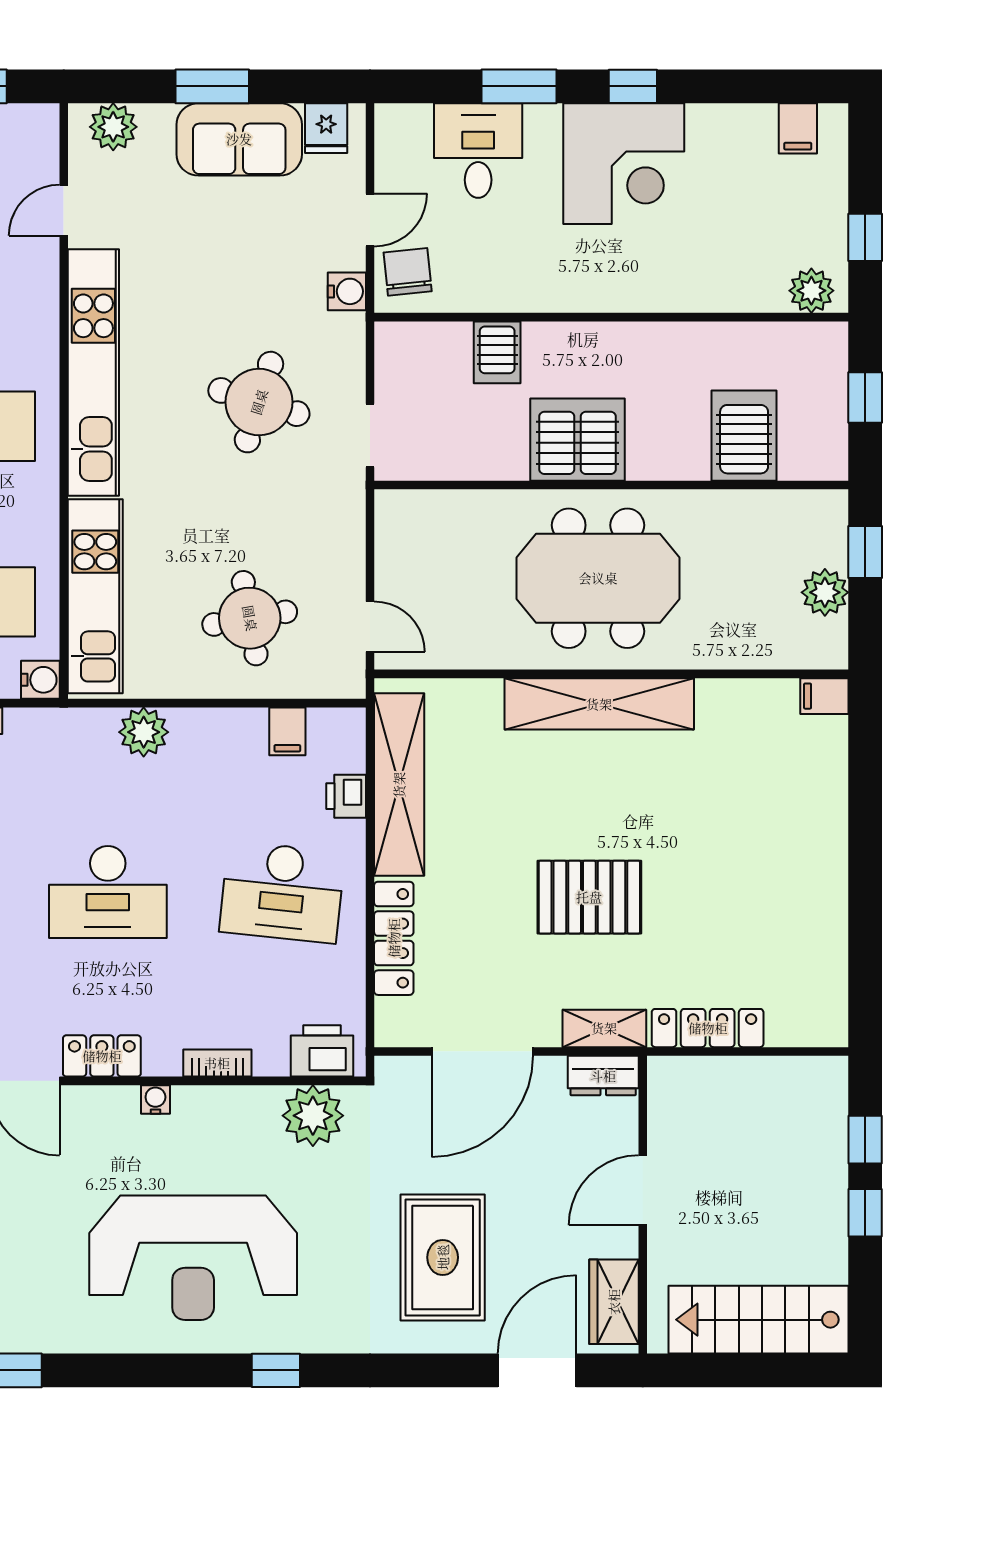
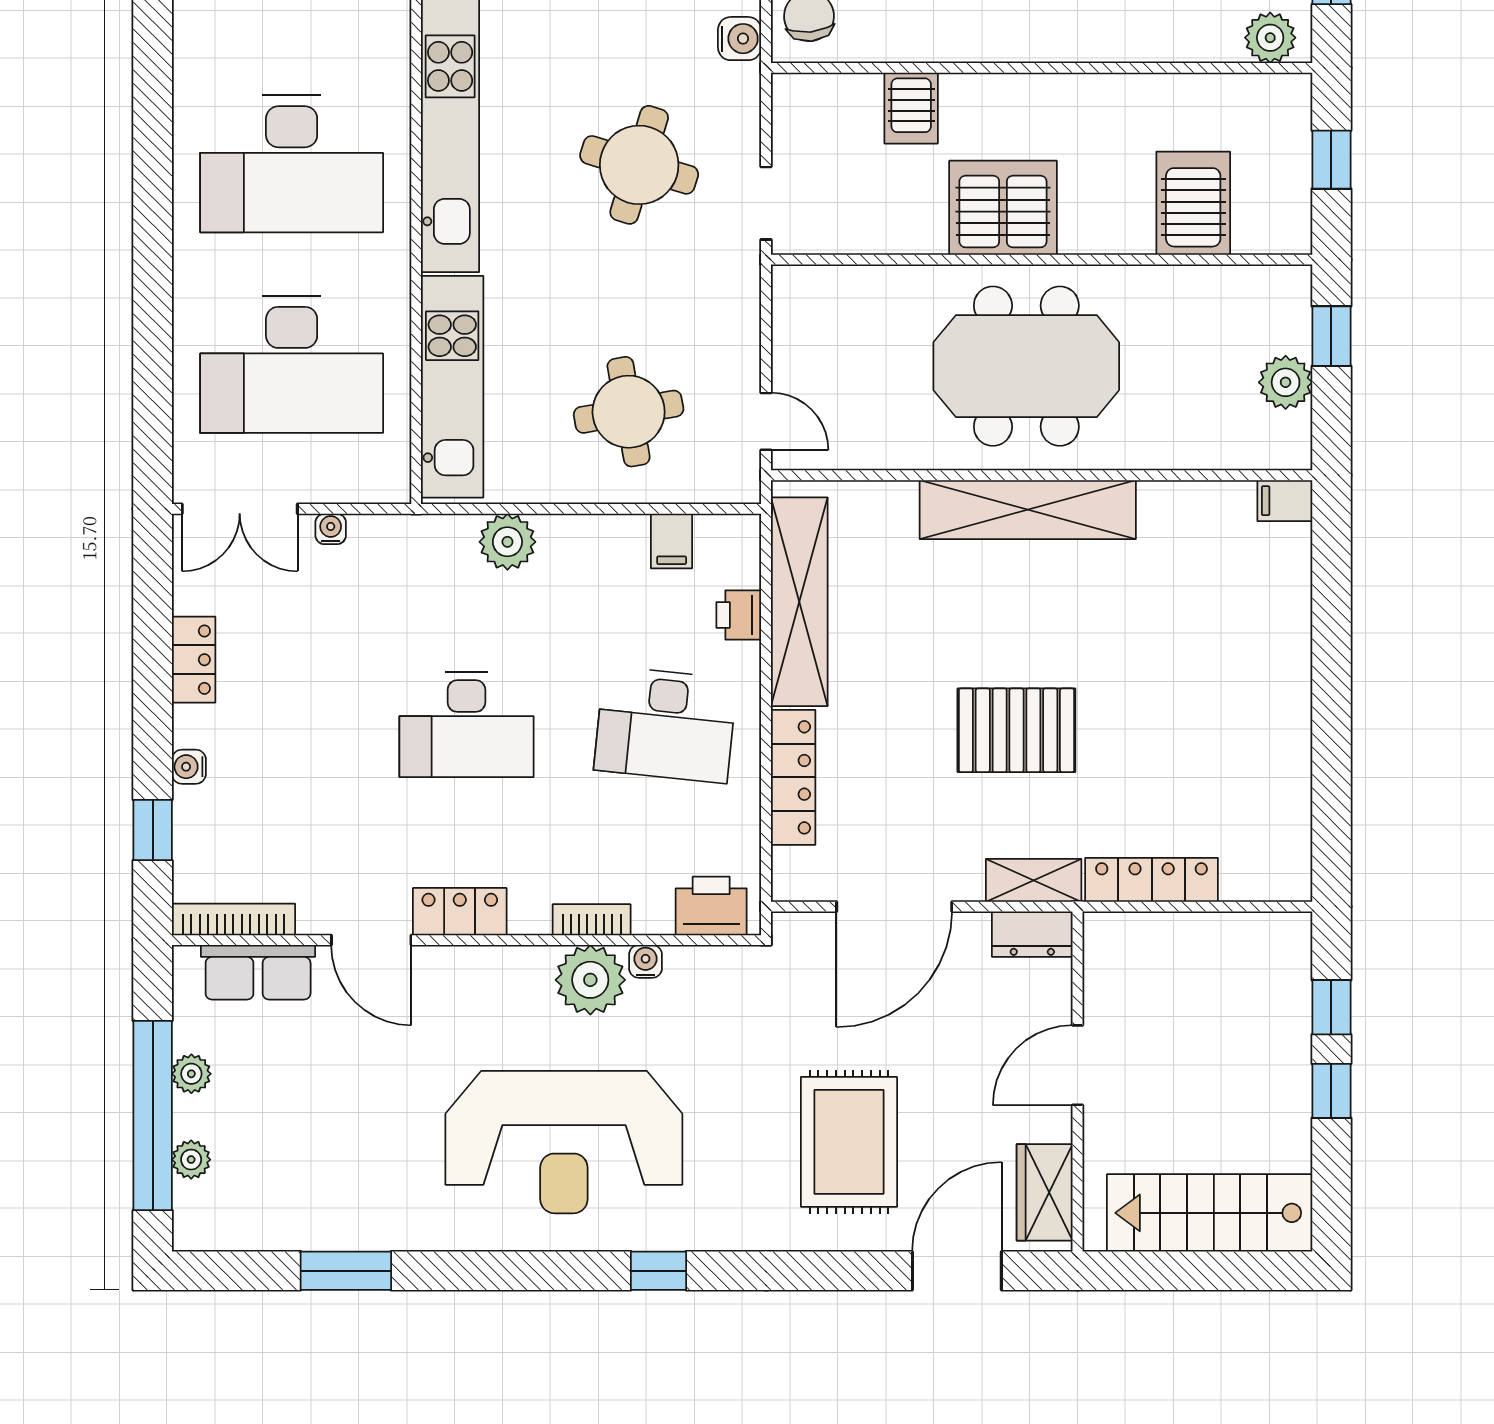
water cooler: (40, 680) -> (389, 482), removed
water cooler: (155, 1099) -> (646, 961), moved
plant: (313, 1116) -> (590, 980), moved

